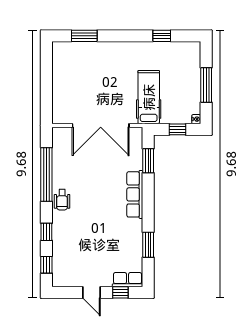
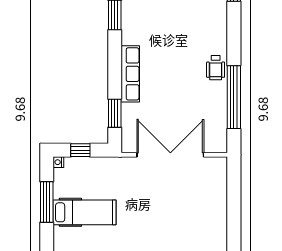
hospital bed: (149, 97) -> (85, 212), moved, turned -90
wheelchair: (62, 200) -> (216, 68), turned 180
window: (46, 232) -> (234, 30), removed

